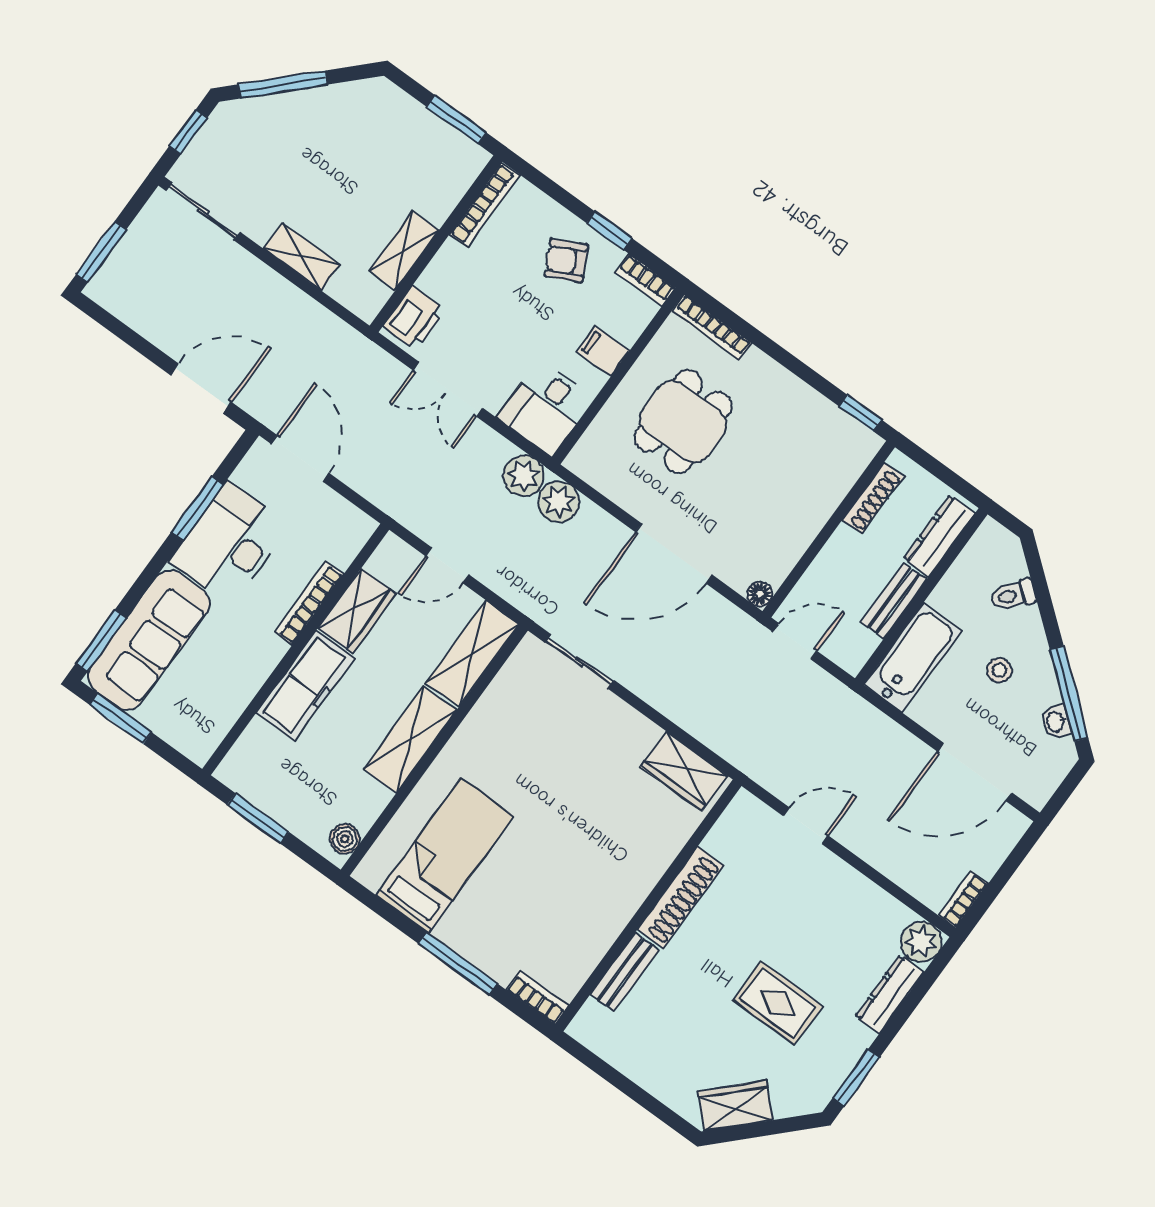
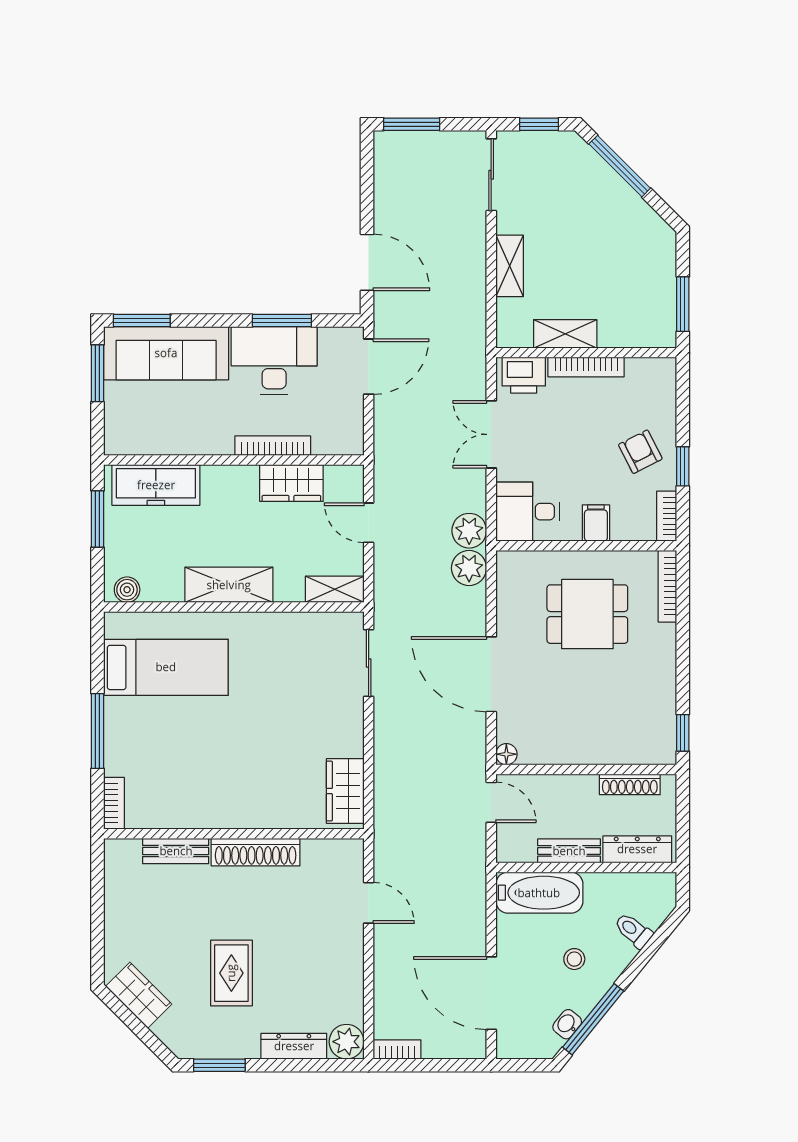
bookcase: (485, 205) -> (586, 367), moved
shelving: (473, 654) -> (335, 589), width x0.67, depth x0.75
freezer: (305, 686) -> (156, 485), moved

